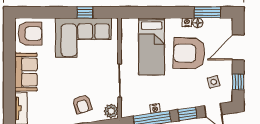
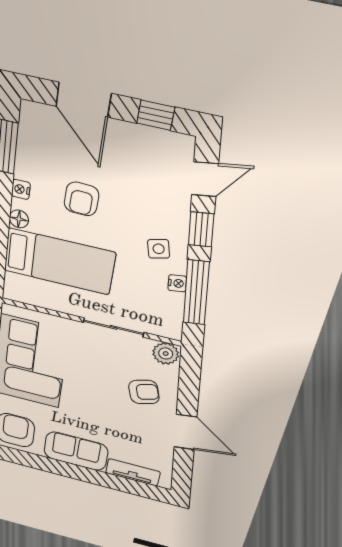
floor lamp: (198, 23) -> (19, 219), moved
armchair: (189, 53) -> (81, 199), width x0.53, depth x0.53
side table: (214, 82) -> (159, 249), moved

